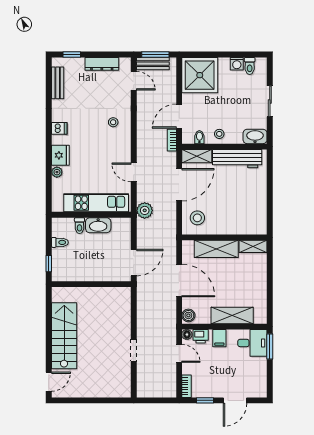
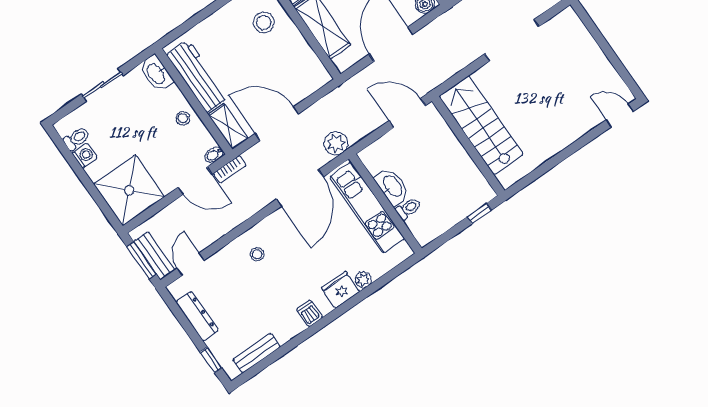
bidet: (199, 137) -> (214, 155), moved
door: (134, 172) -> (300, 188), width x1.88
stool: (197, 218) -> (264, 23), moved
toilet: (60, 242) -> (445, 218), removed
stairs: (64, 336) -> (481, 125), moved, turned 90
doorway: (134, 350) -> (512, 40), width x1.88

